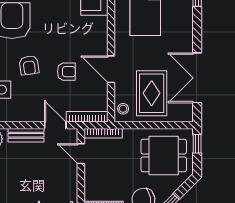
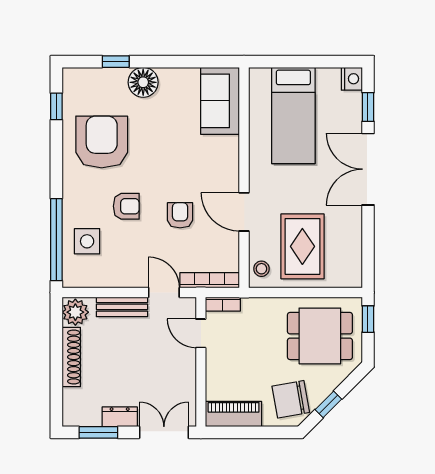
armchair: (29, 65) -> (126, 206), turned -82
armchair: (66, 72) -> (180, 215), turned -90
double door: (197, 78) -> (368, 169), moved
bookcase: (103, 133) -> (223, 304), width x0.64

